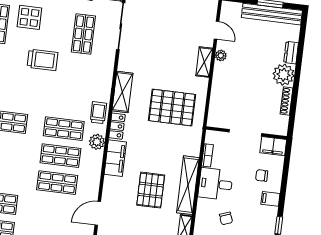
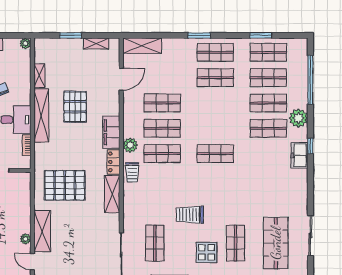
shelving: (204, 62) -> (42, 231), width x1.50, depth x1.33

